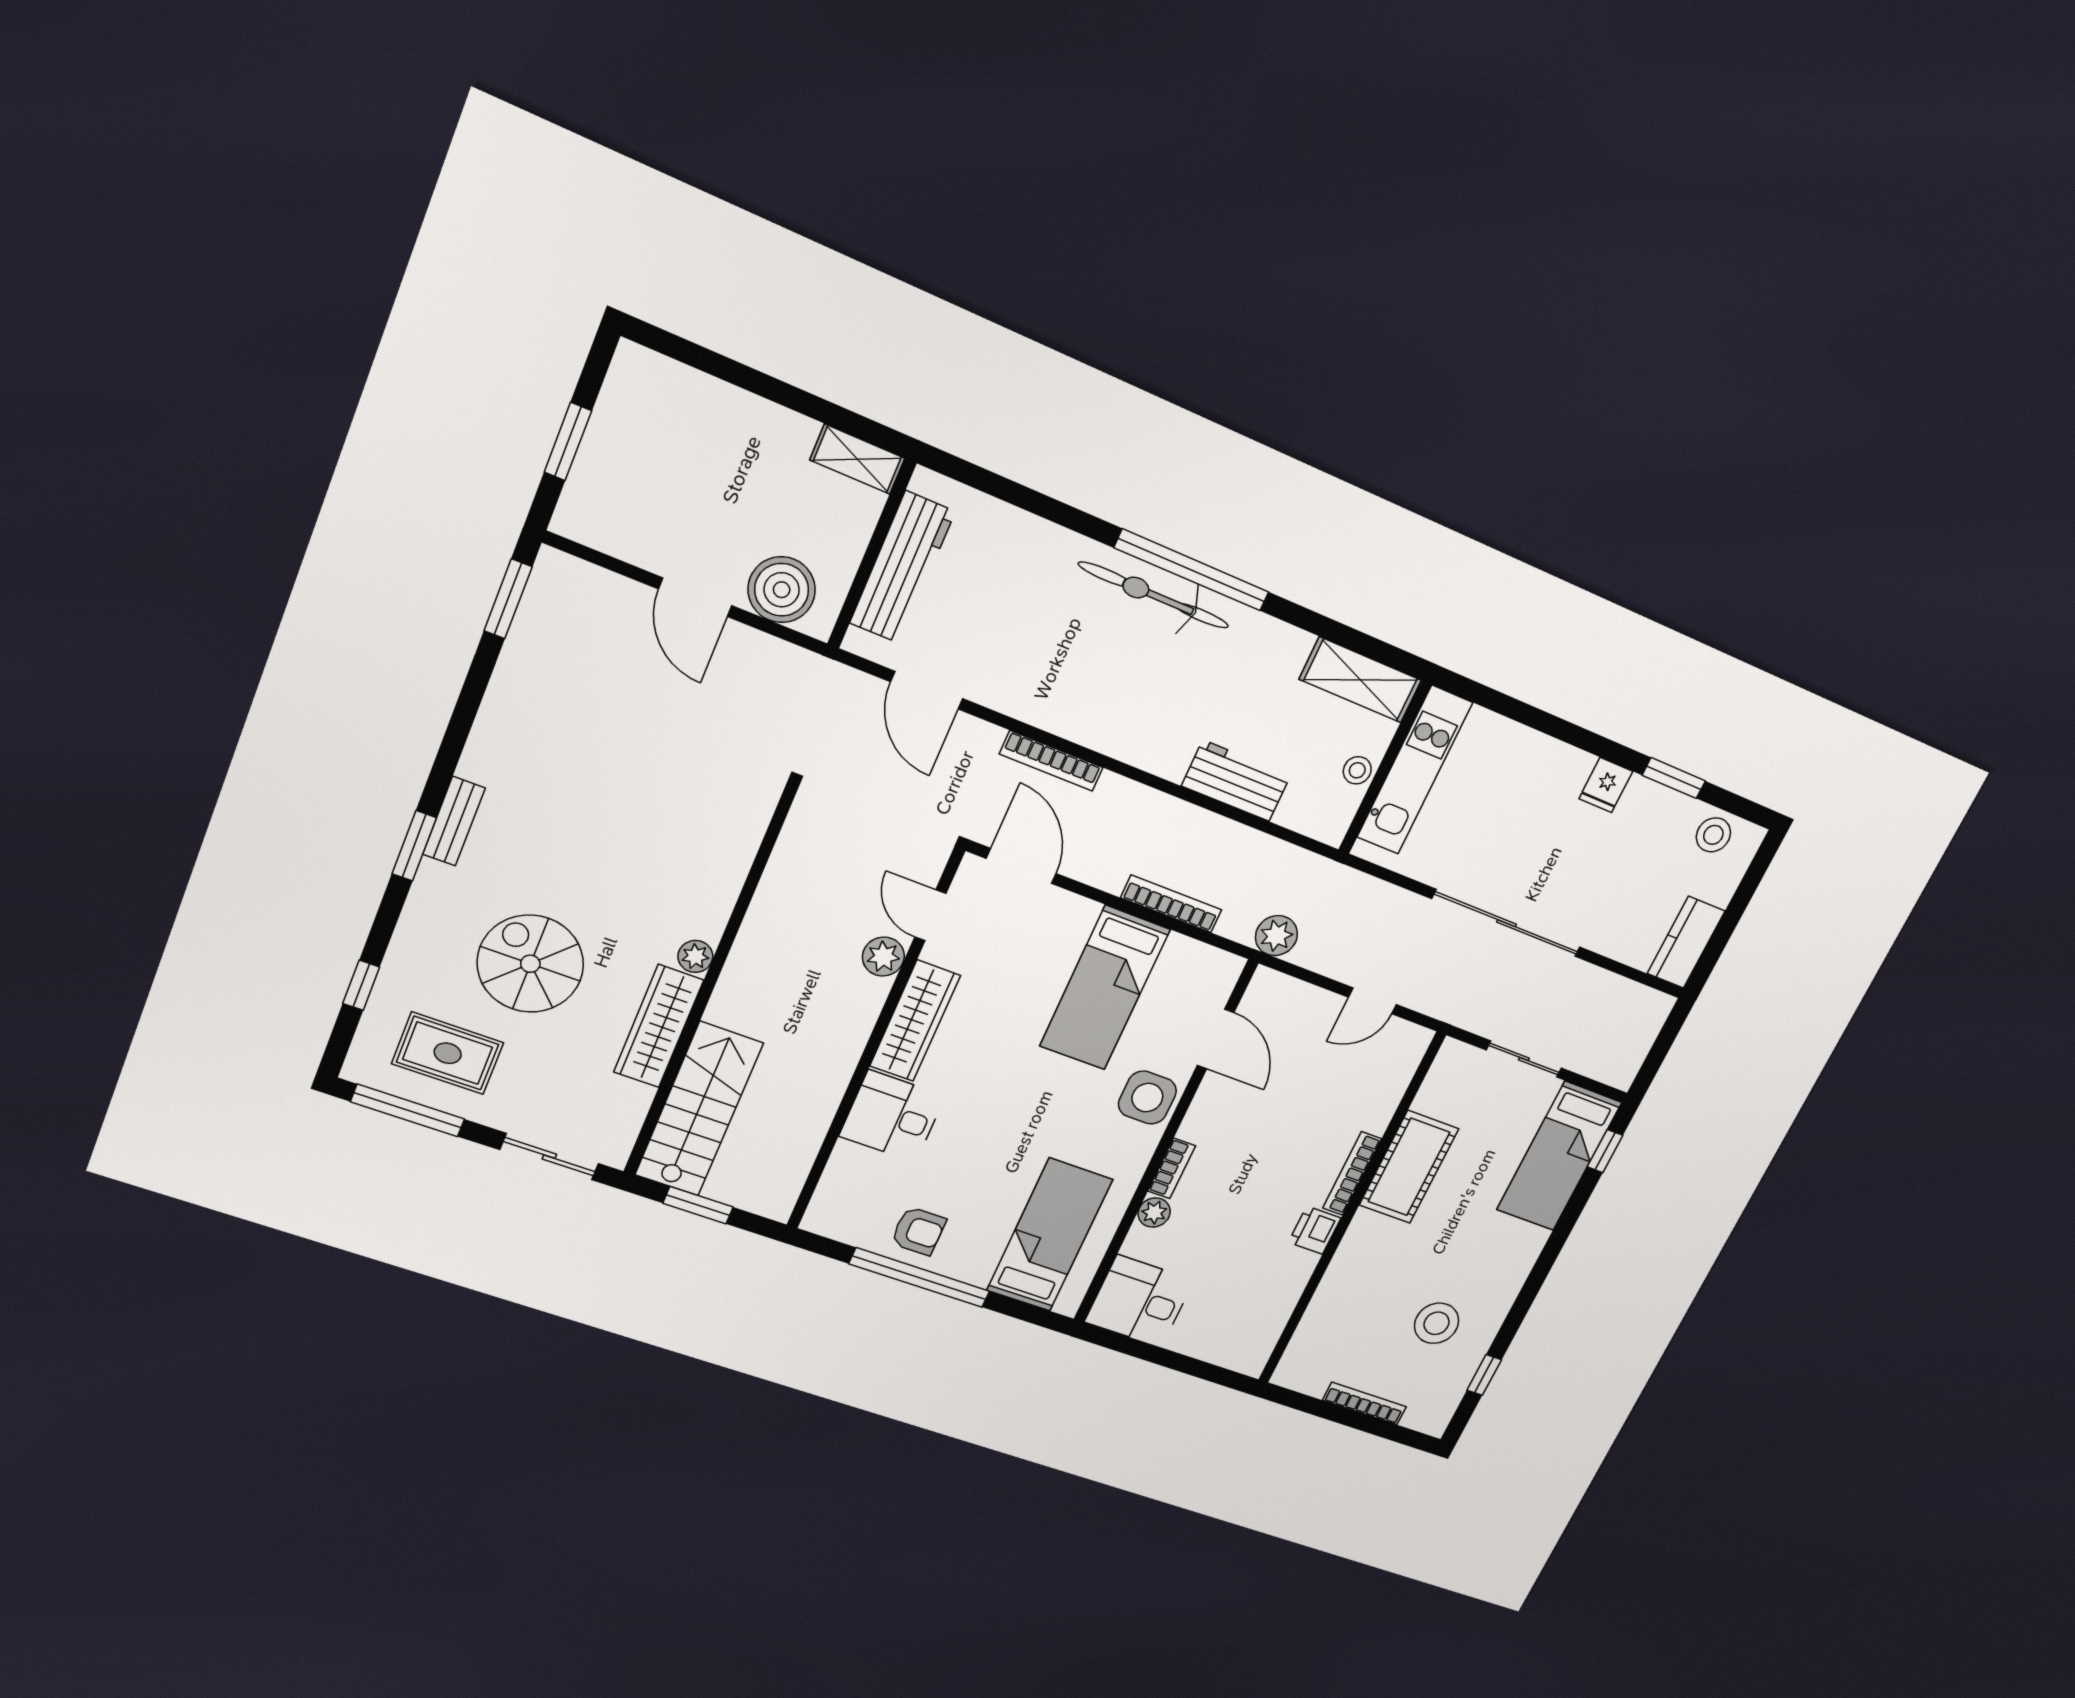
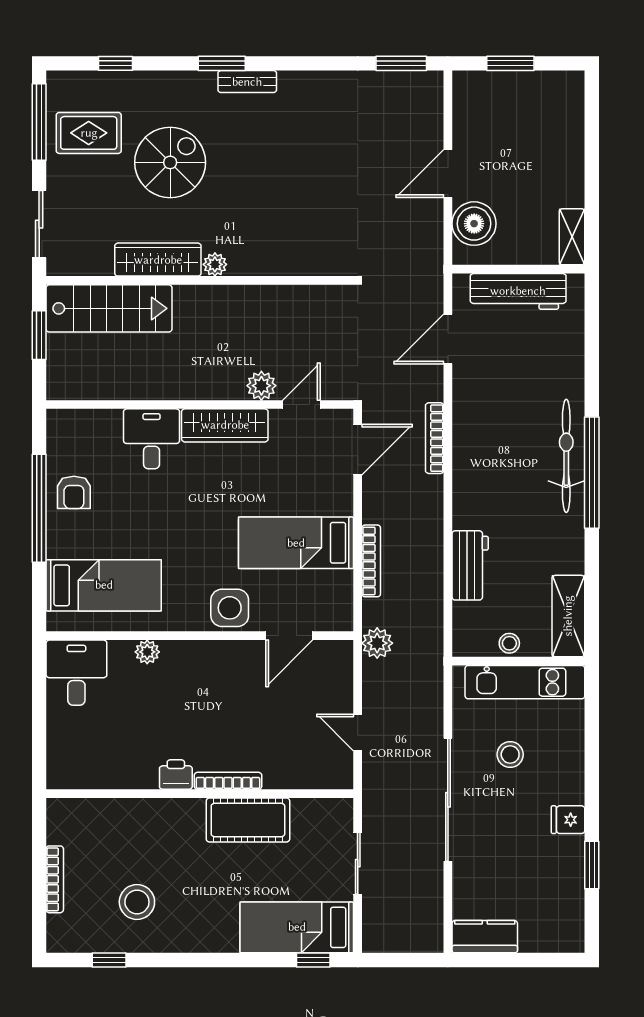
stool: (1713, 835) -> (510, 754), moved
rug: (448, 1053) -> (89, 133), turned 90
bookcase: (1172, 1168) -> (184, 649), removed

